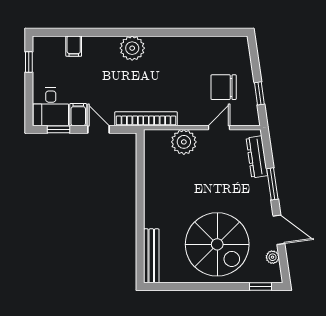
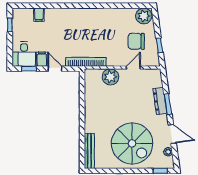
plant: (132, 48) -> (144, 16), moved
dresser: (257, 157) -> (160, 101), moved

